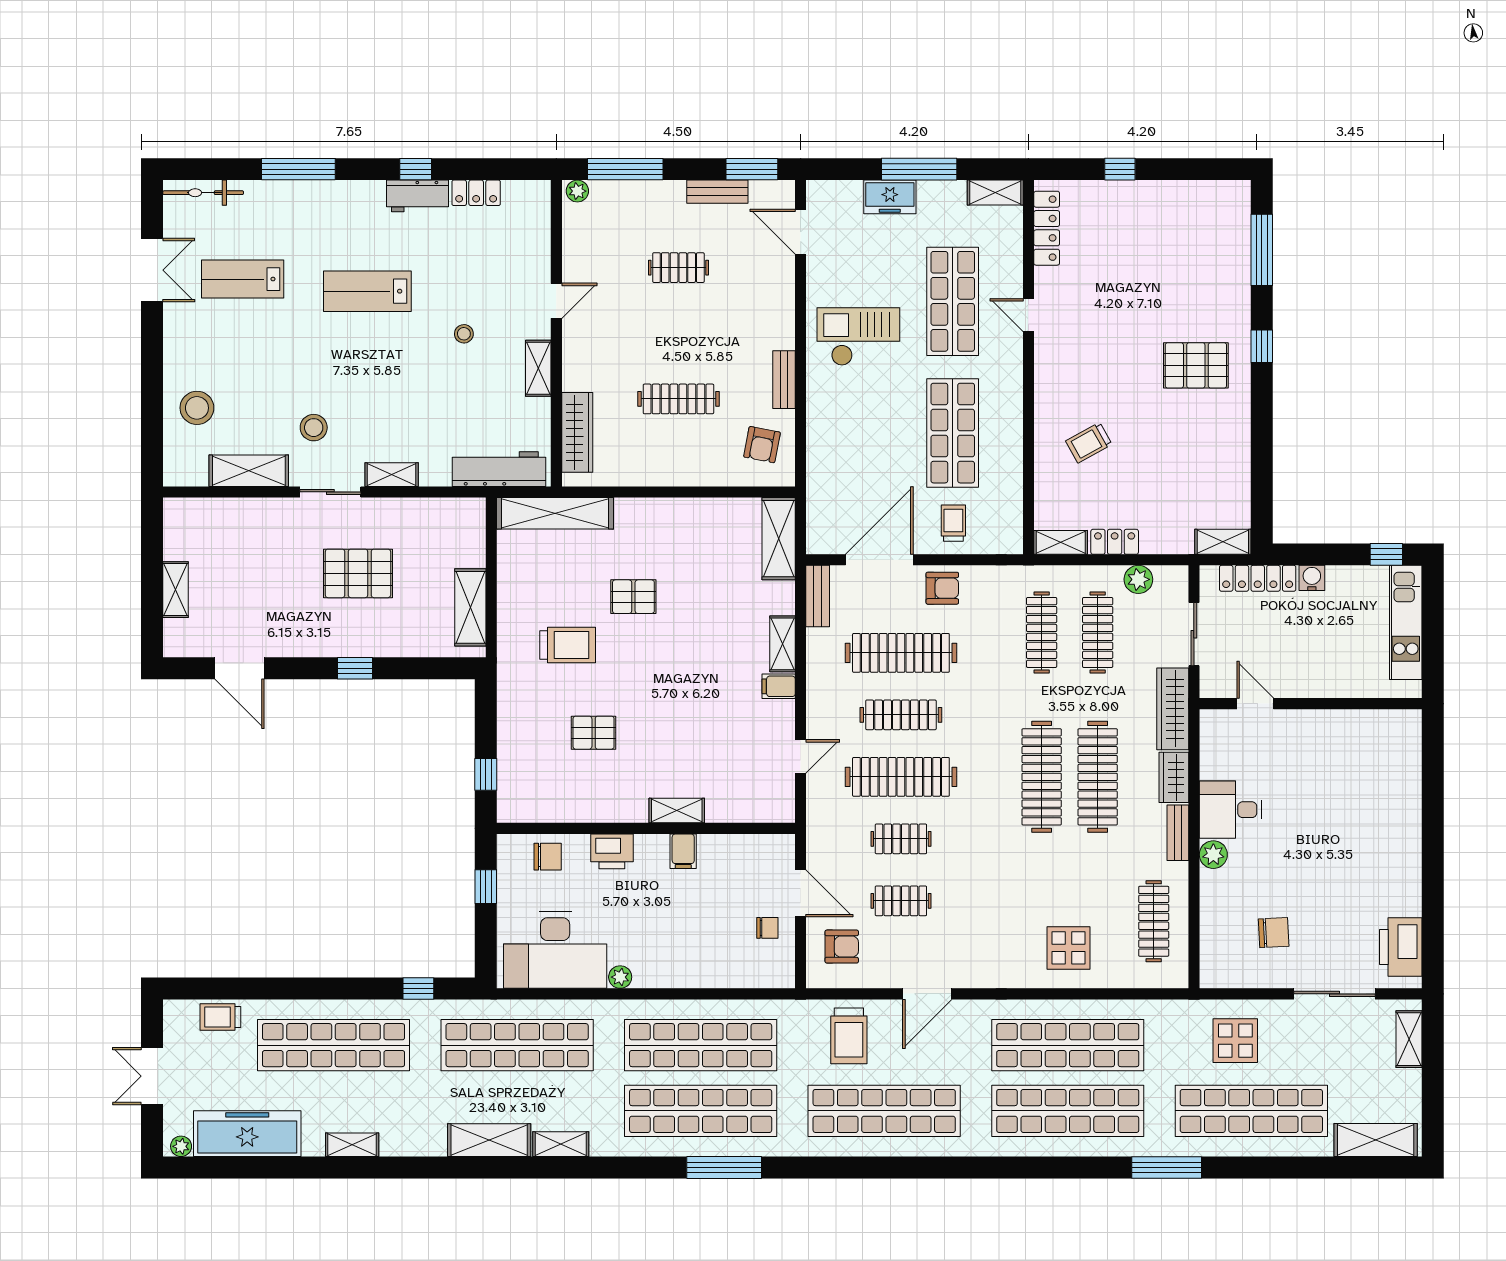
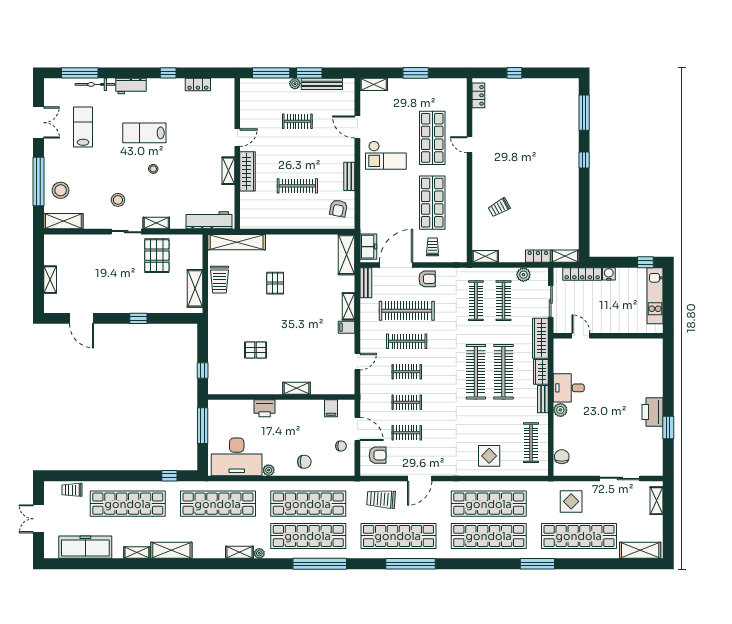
window: (298, 169) -> (80, 73), moved
window: (752, 169) -> (309, 73), moved
window: (919, 169) -> (416, 73), width x0.69
plant: (577, 191) -> (295, 84), moved
bench: (717, 192) -> (322, 84), width x1.36
shelving: (995, 192) -> (374, 84), moved
bicycle: (203, 193) -> (95, 84), moved
workbench: (418, 196) -> (131, 86), moved
freezer: (890, 197) -> (368, 247), moved, turned -90
locker: (1047, 228) -> (478, 95), width x0.66
door: (801, 232) -> (357, 127), moved
lab bench: (243, 279) -> (83, 127), turned 90
stool: (464, 334) -> (153, 169), moved
checkout: (858, 337) -> (386, 155), turned 180
pallet: (1196, 365) -> (552, 169), removed
window: (152, 390) -> (39, 181), added
wardrobe: (577, 432) -> (248, 171), moved
shelving: (249, 471) -> (63, 221), moved
locker: (1115, 542) -> (538, 256), moved
pallet: (358, 573) -> (157, 256), moved, turned 90
pallet: (633, 597) -> (275, 283), turned 90
trolley: (568, 645) -> (219, 280), moved, turned 90
clothes rail: (901, 777) -> (407, 372), width x0.54, depth x0.76
filing cabinet: (683, 851) -> (331, 408), moved
chair: (548, 857) -> (304, 462), moved
window: (486, 887) -> (203, 426), width x2.17
window: (1433, 890) -> (668, 428), added
chair: (1274, 933) -> (562, 457), moved, turned -87
printer: (1401, 947) -> (652, 412), moved
trolley: (849, 1036) -> (381, 499), turned 94
shelving: (489, 1140) -> (171, 550), moved
plant: (181, 1146) -> (259, 553), moved
window: (724, 1168) -> (320, 564), width x1.46
window: (909, 1168) -> (411, 564), added

